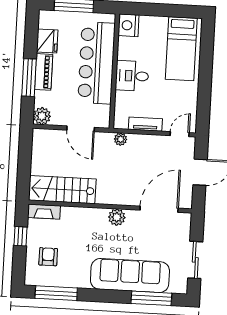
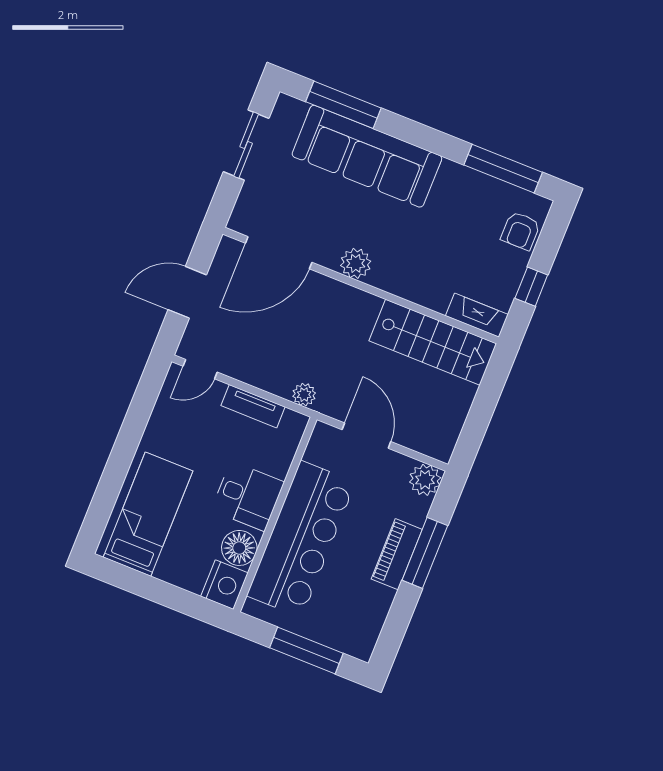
fridge: (47, 41) -> (373, 605), removed
floor lamp: (127, 47) -> (239, 548), added
armchair: (48, 257) -> (520, 231), moved

